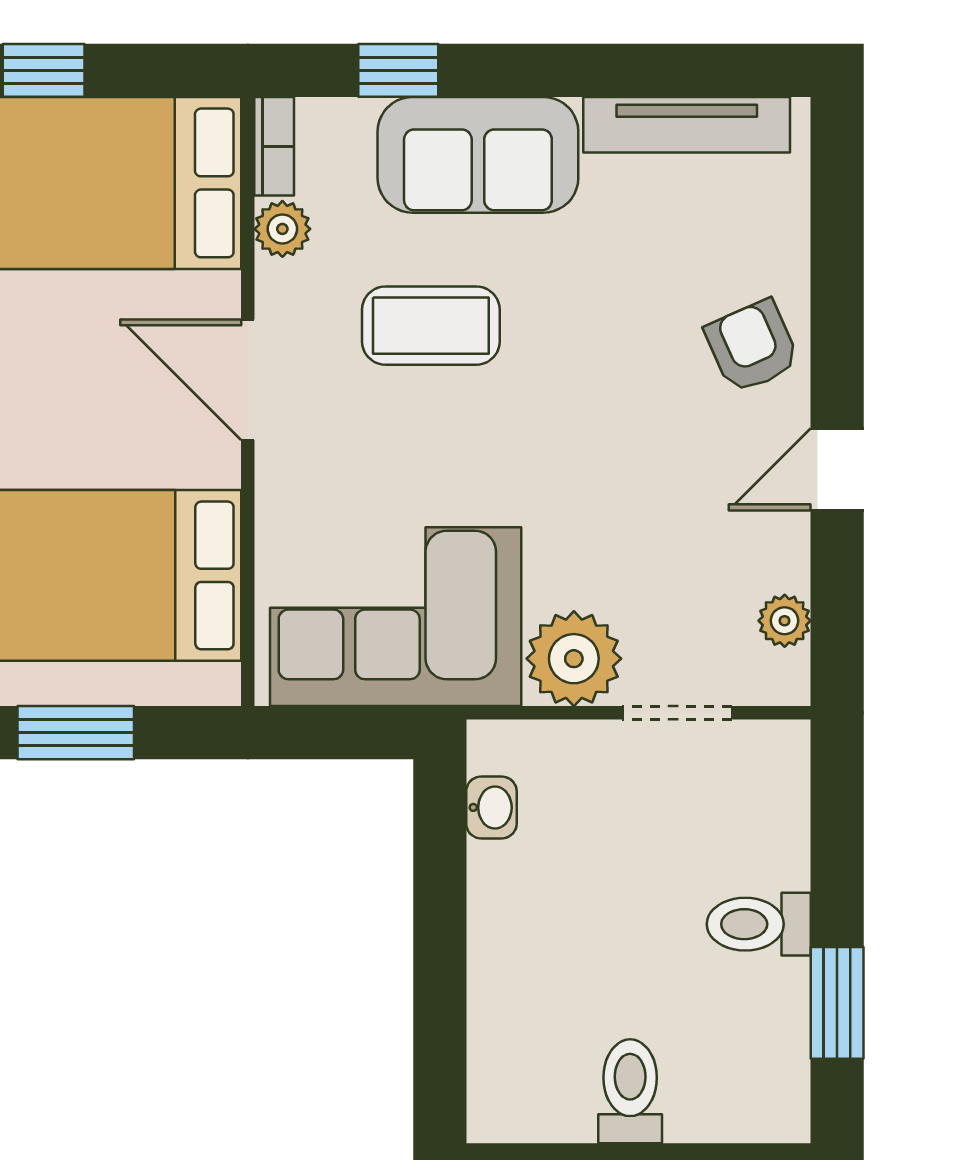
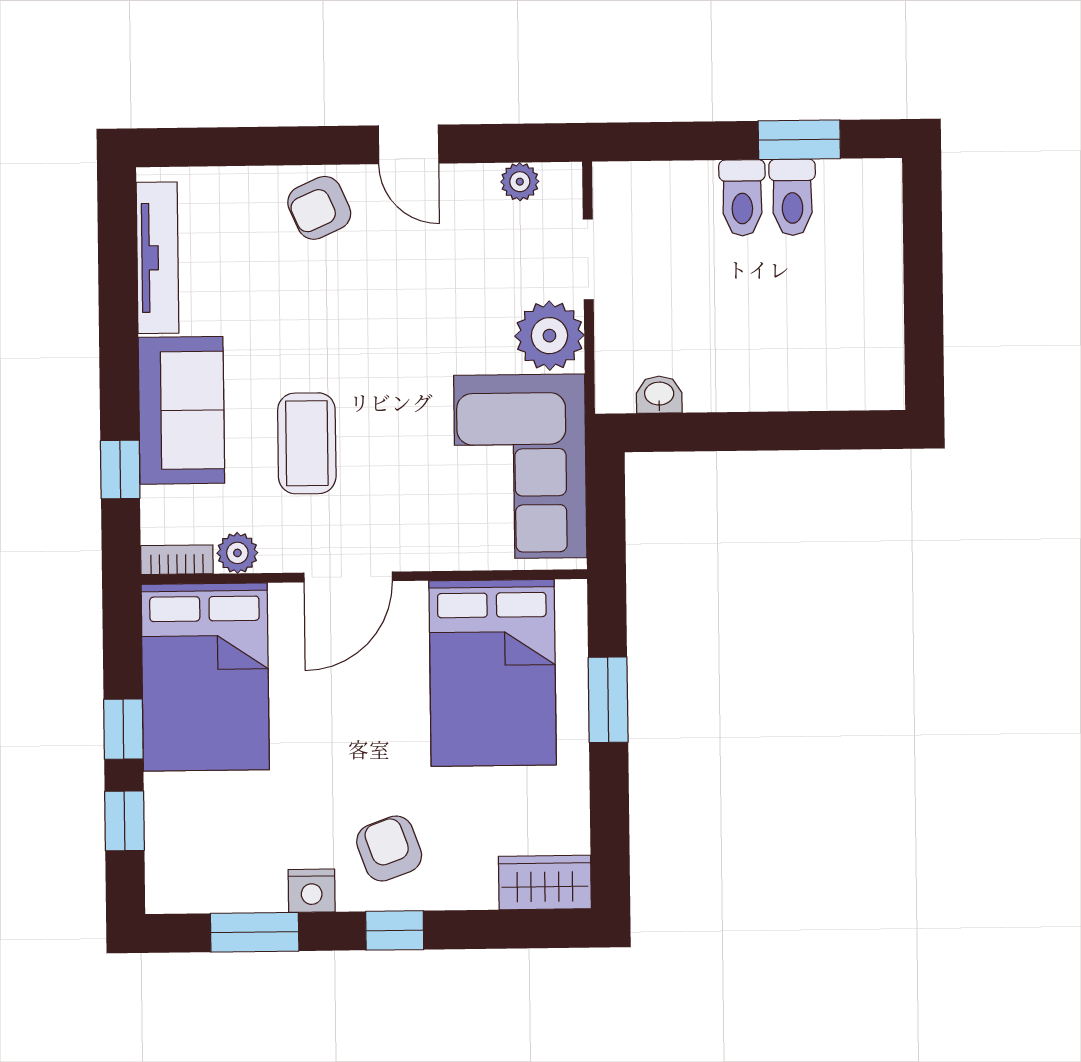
toilet: (630, 1091) -> (792, 197), moved, turned -90

